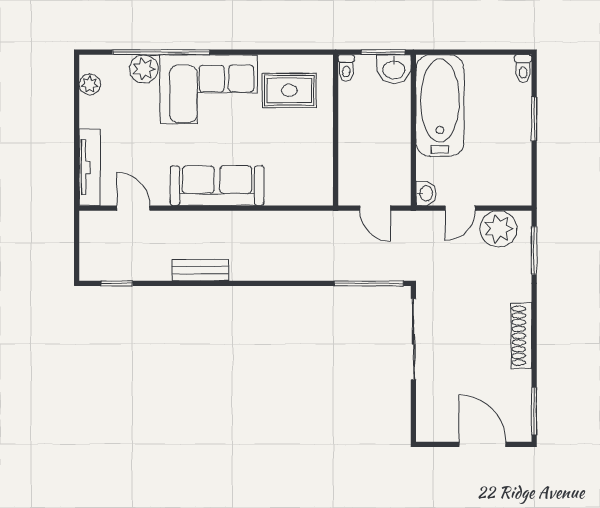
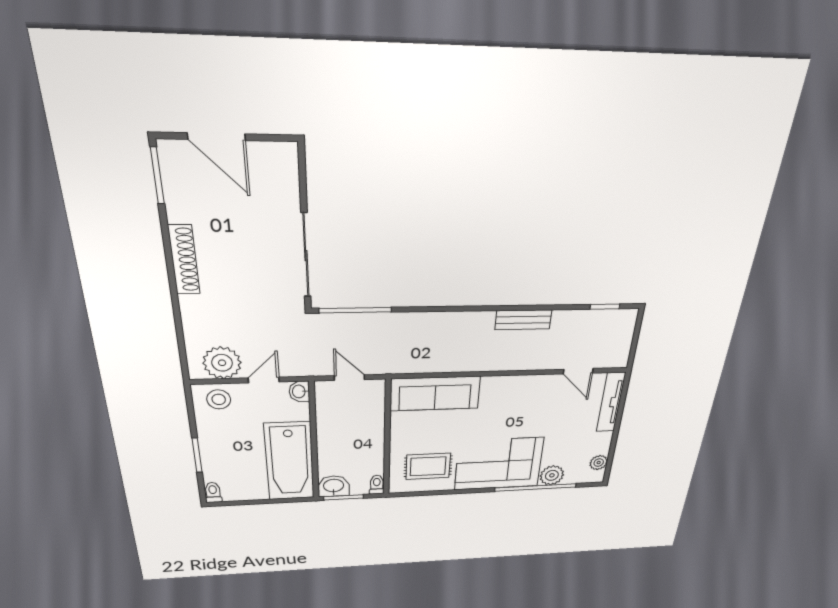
sofa: (217, 186) -> (435, 394), moved
stool: (506, 187) -> (219, 399), added
window: (534, 250) -> (181, 344), removed

